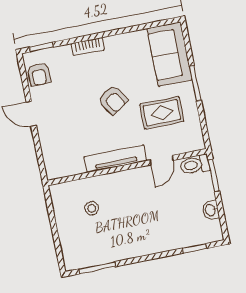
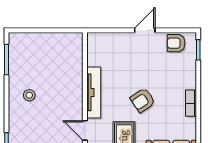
bookcase: (88, 47) -> (191, 103), moved
stool: (92, 208) -> (29, 95), moved

